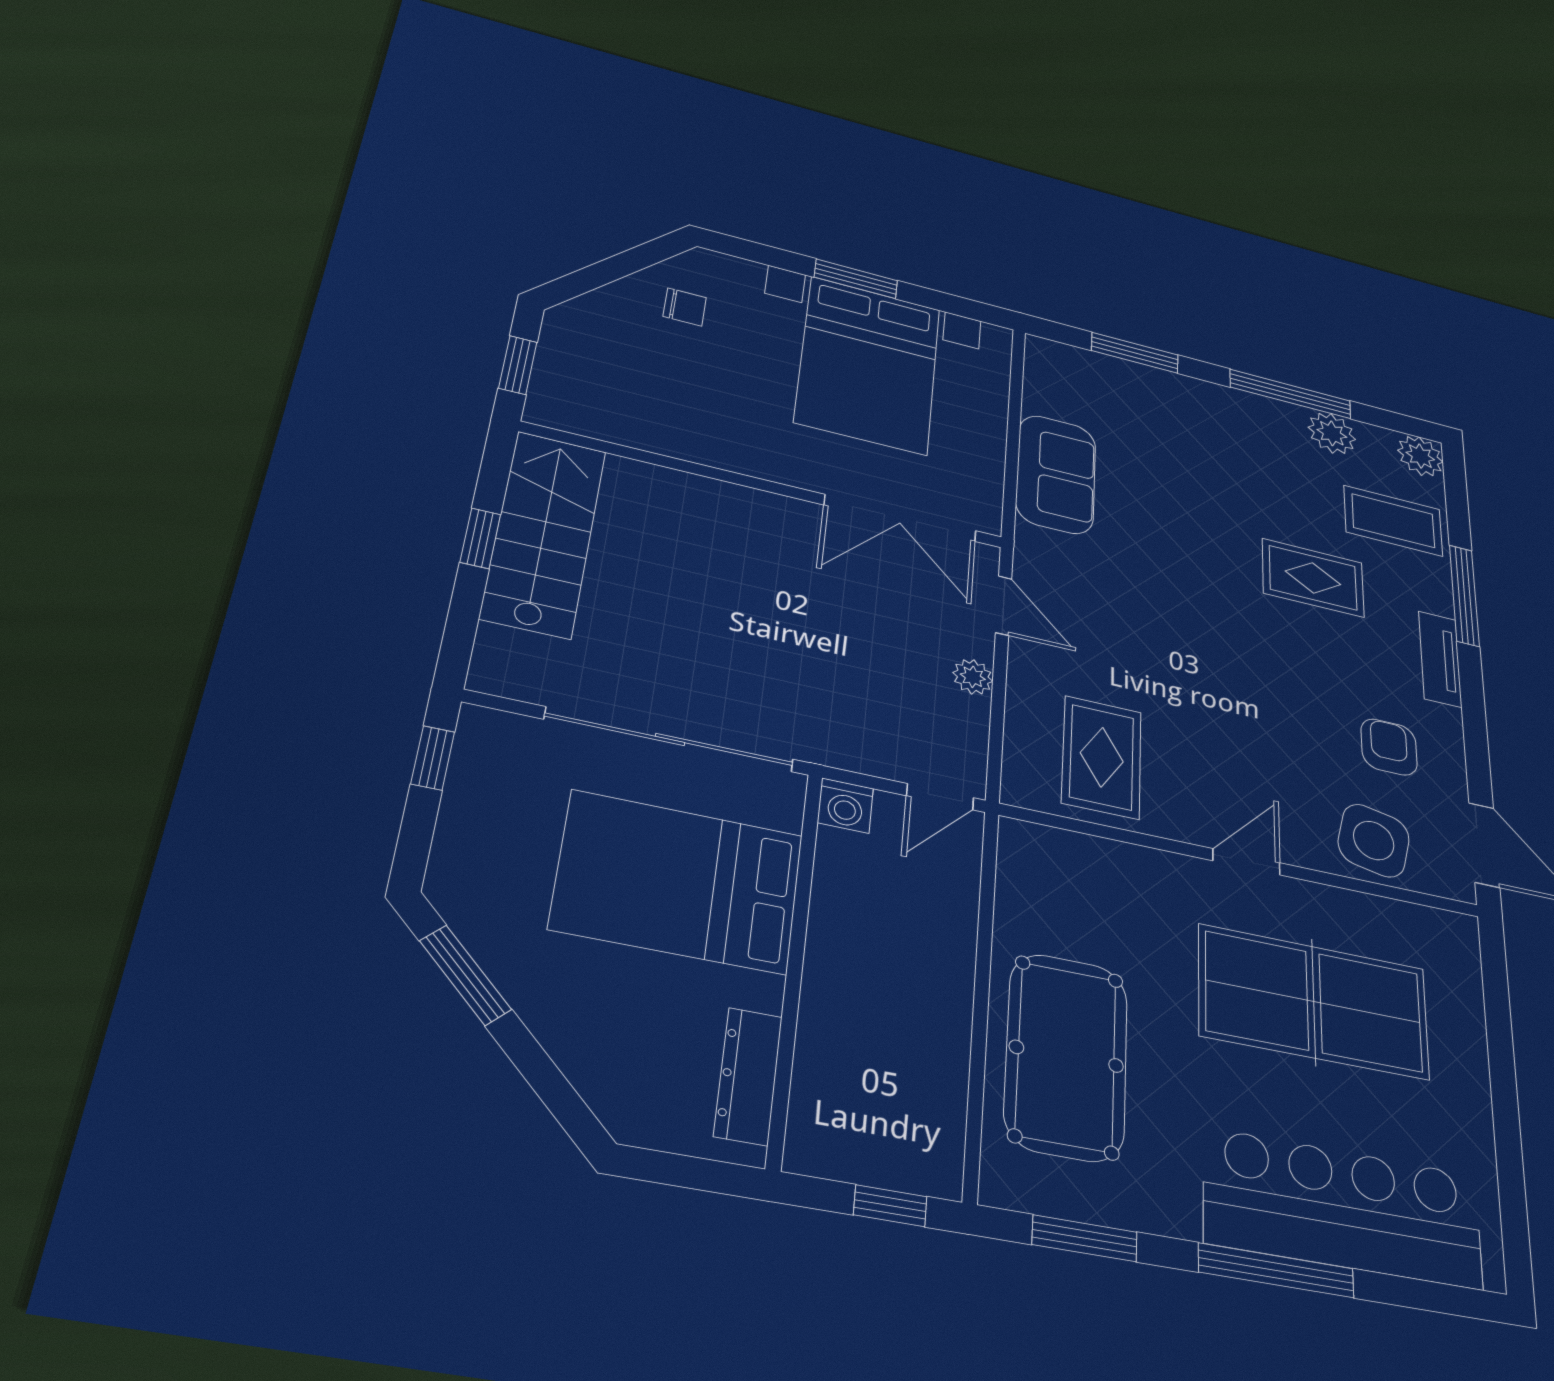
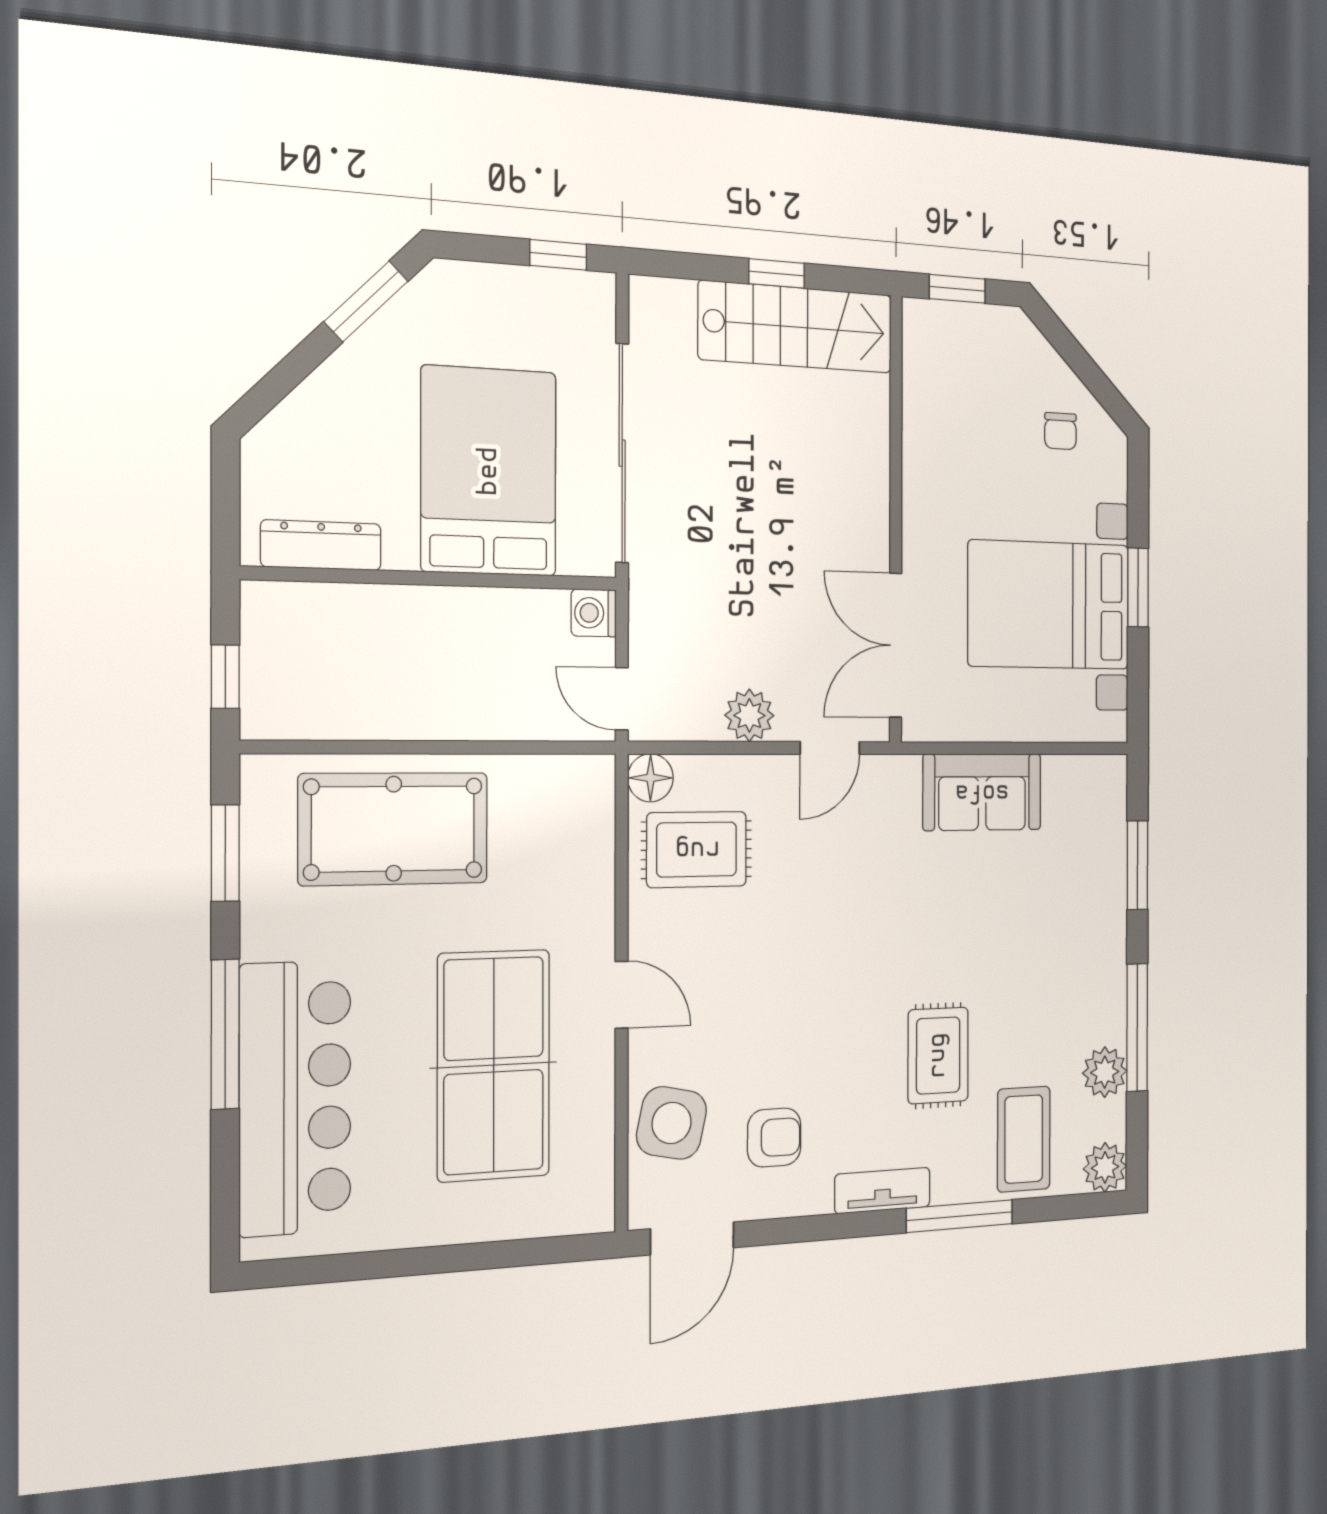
plant: (973, 677) -> (749, 715), width x1.38, depth x1.38
floor lamp: (1025, 786) -> (650, 778), added

